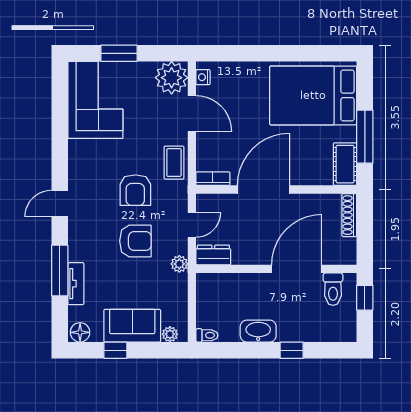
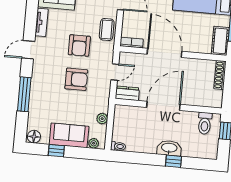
door: (263, 190) -> (164, 53), hinge flipped
plant: (179, 264) -> (102, 119), moved
door: (297, 269) -> (163, 106), moved
tv unit: (76, 284) -> (42, 22), moved
washbasin: (258, 331) -> (169, 148), moved

